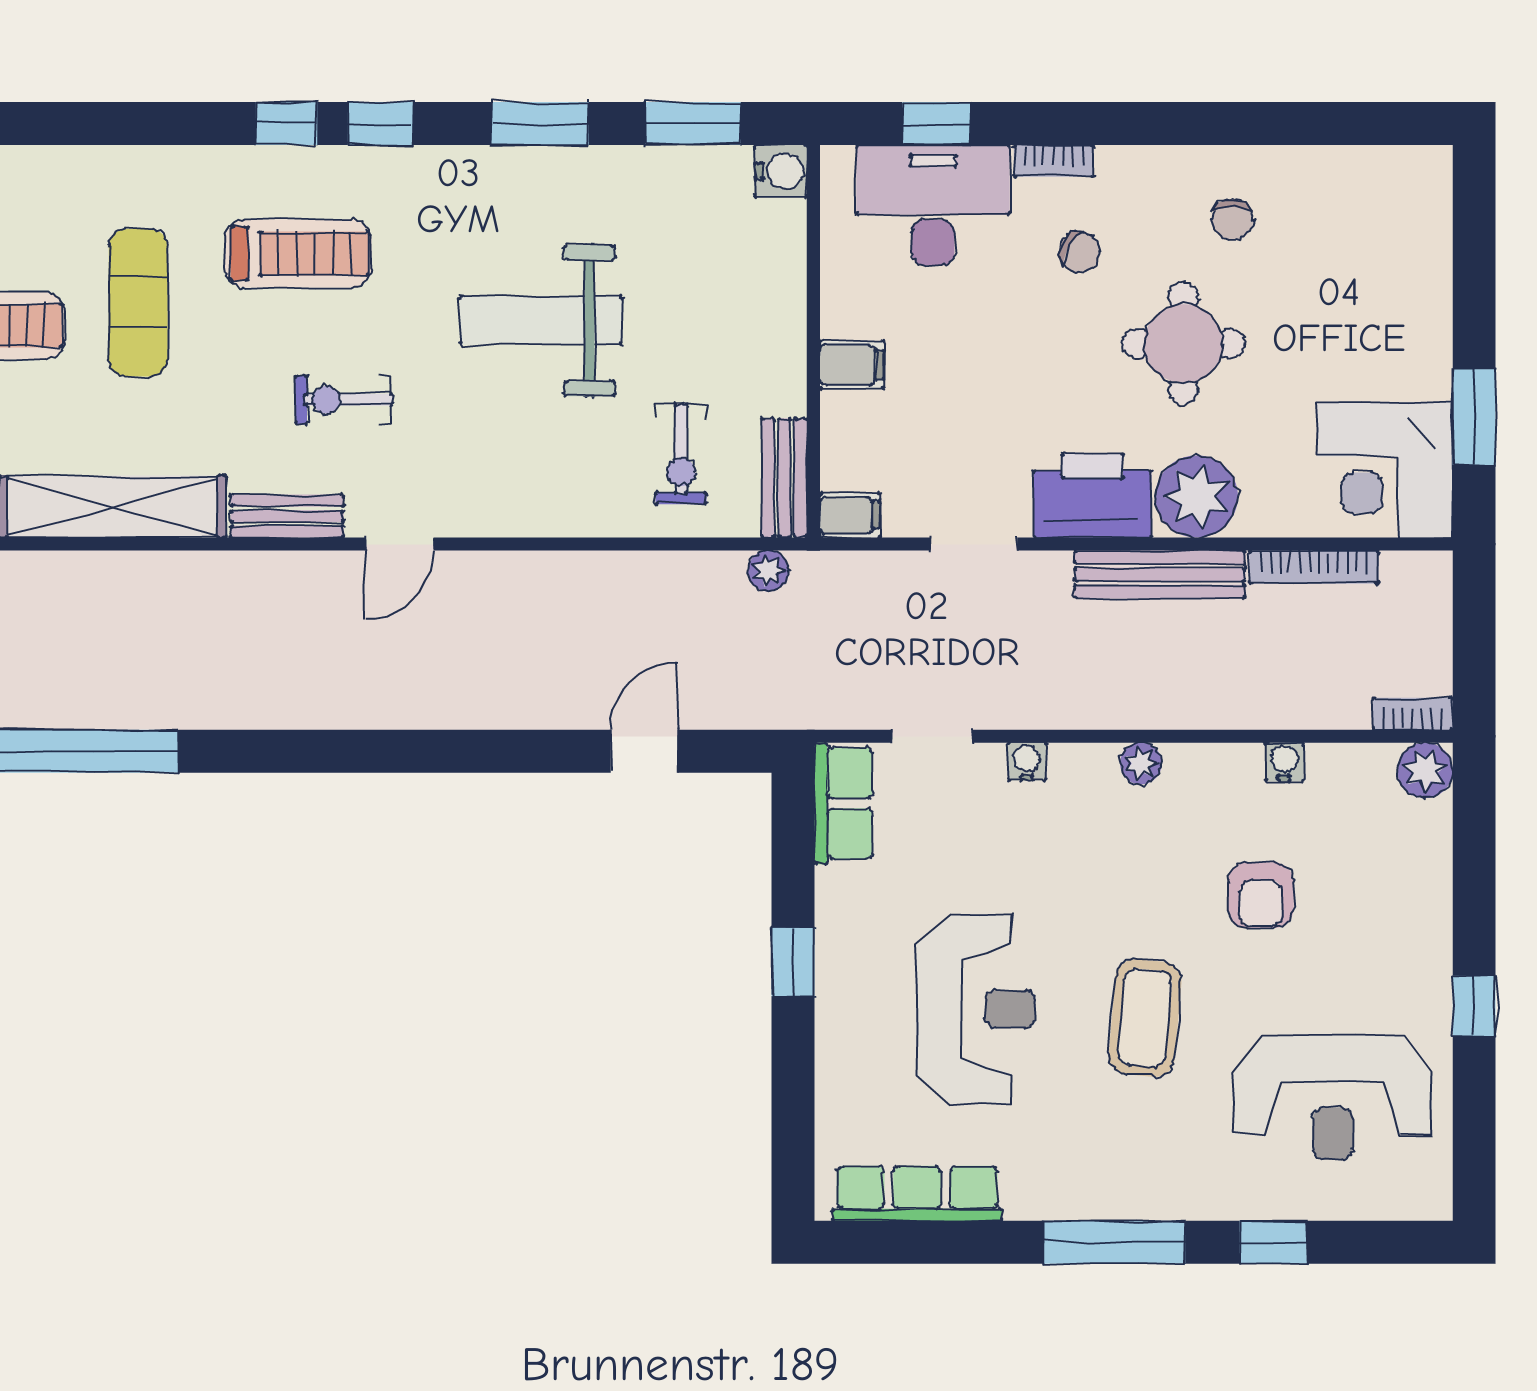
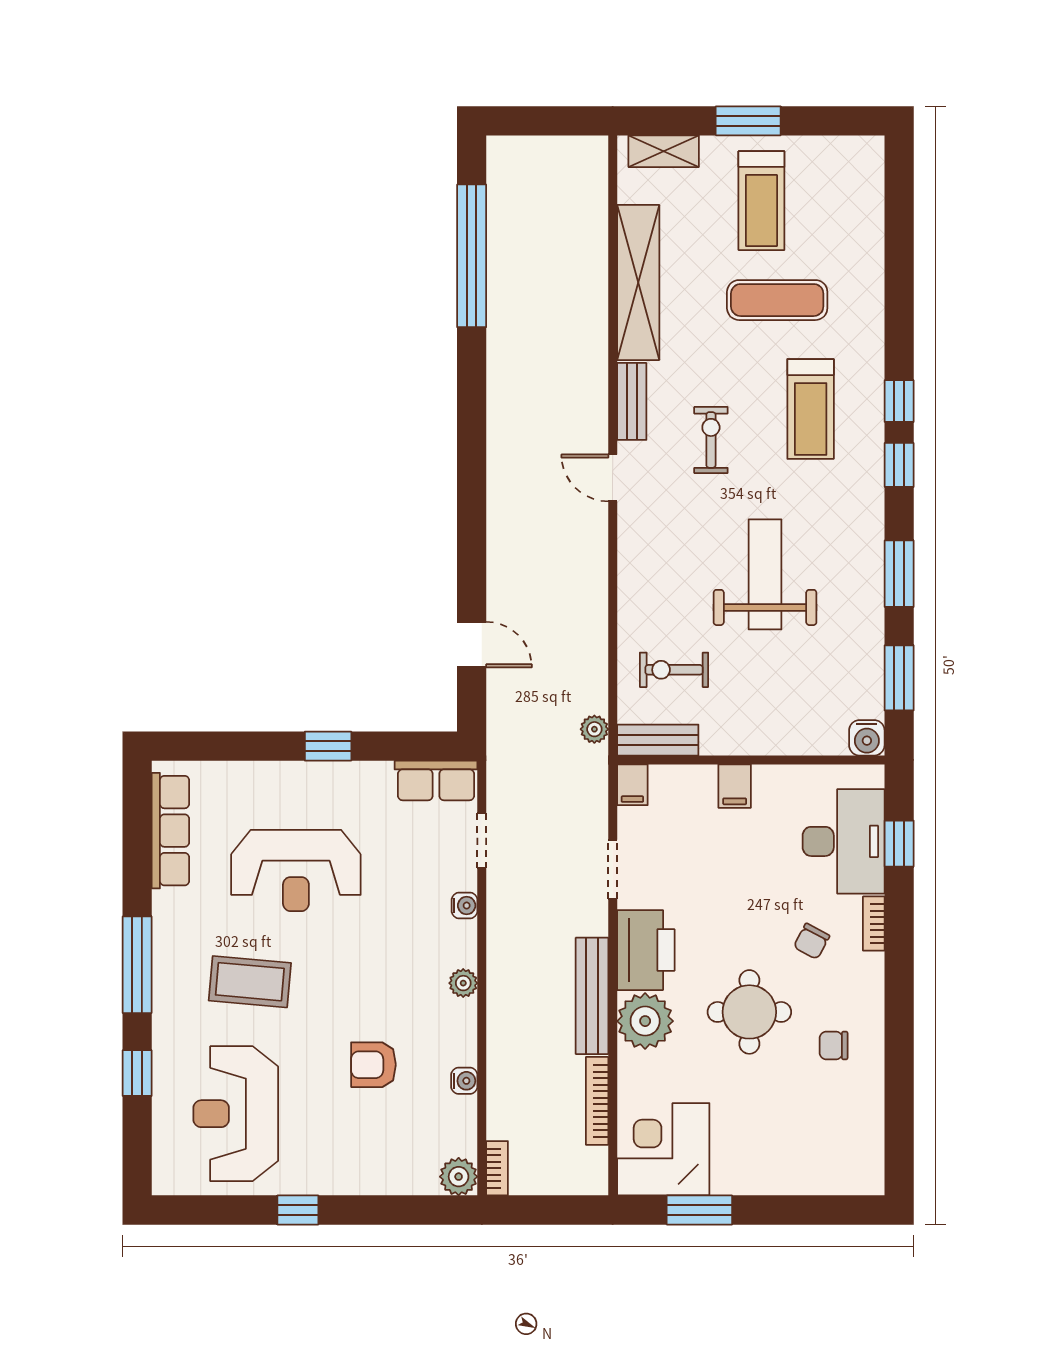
coffee table: (1145, 1018) -> (250, 982), moved

